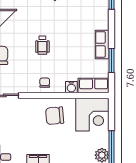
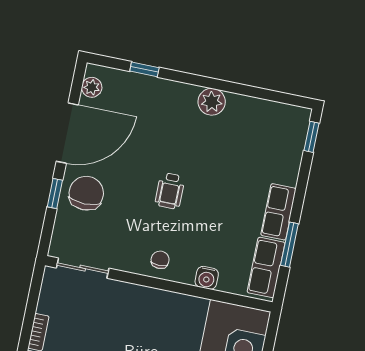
row of seats: (94, 86) -> (266, 267), moved, turned -90
chair: (55, 116) -> (166, 323), removed

